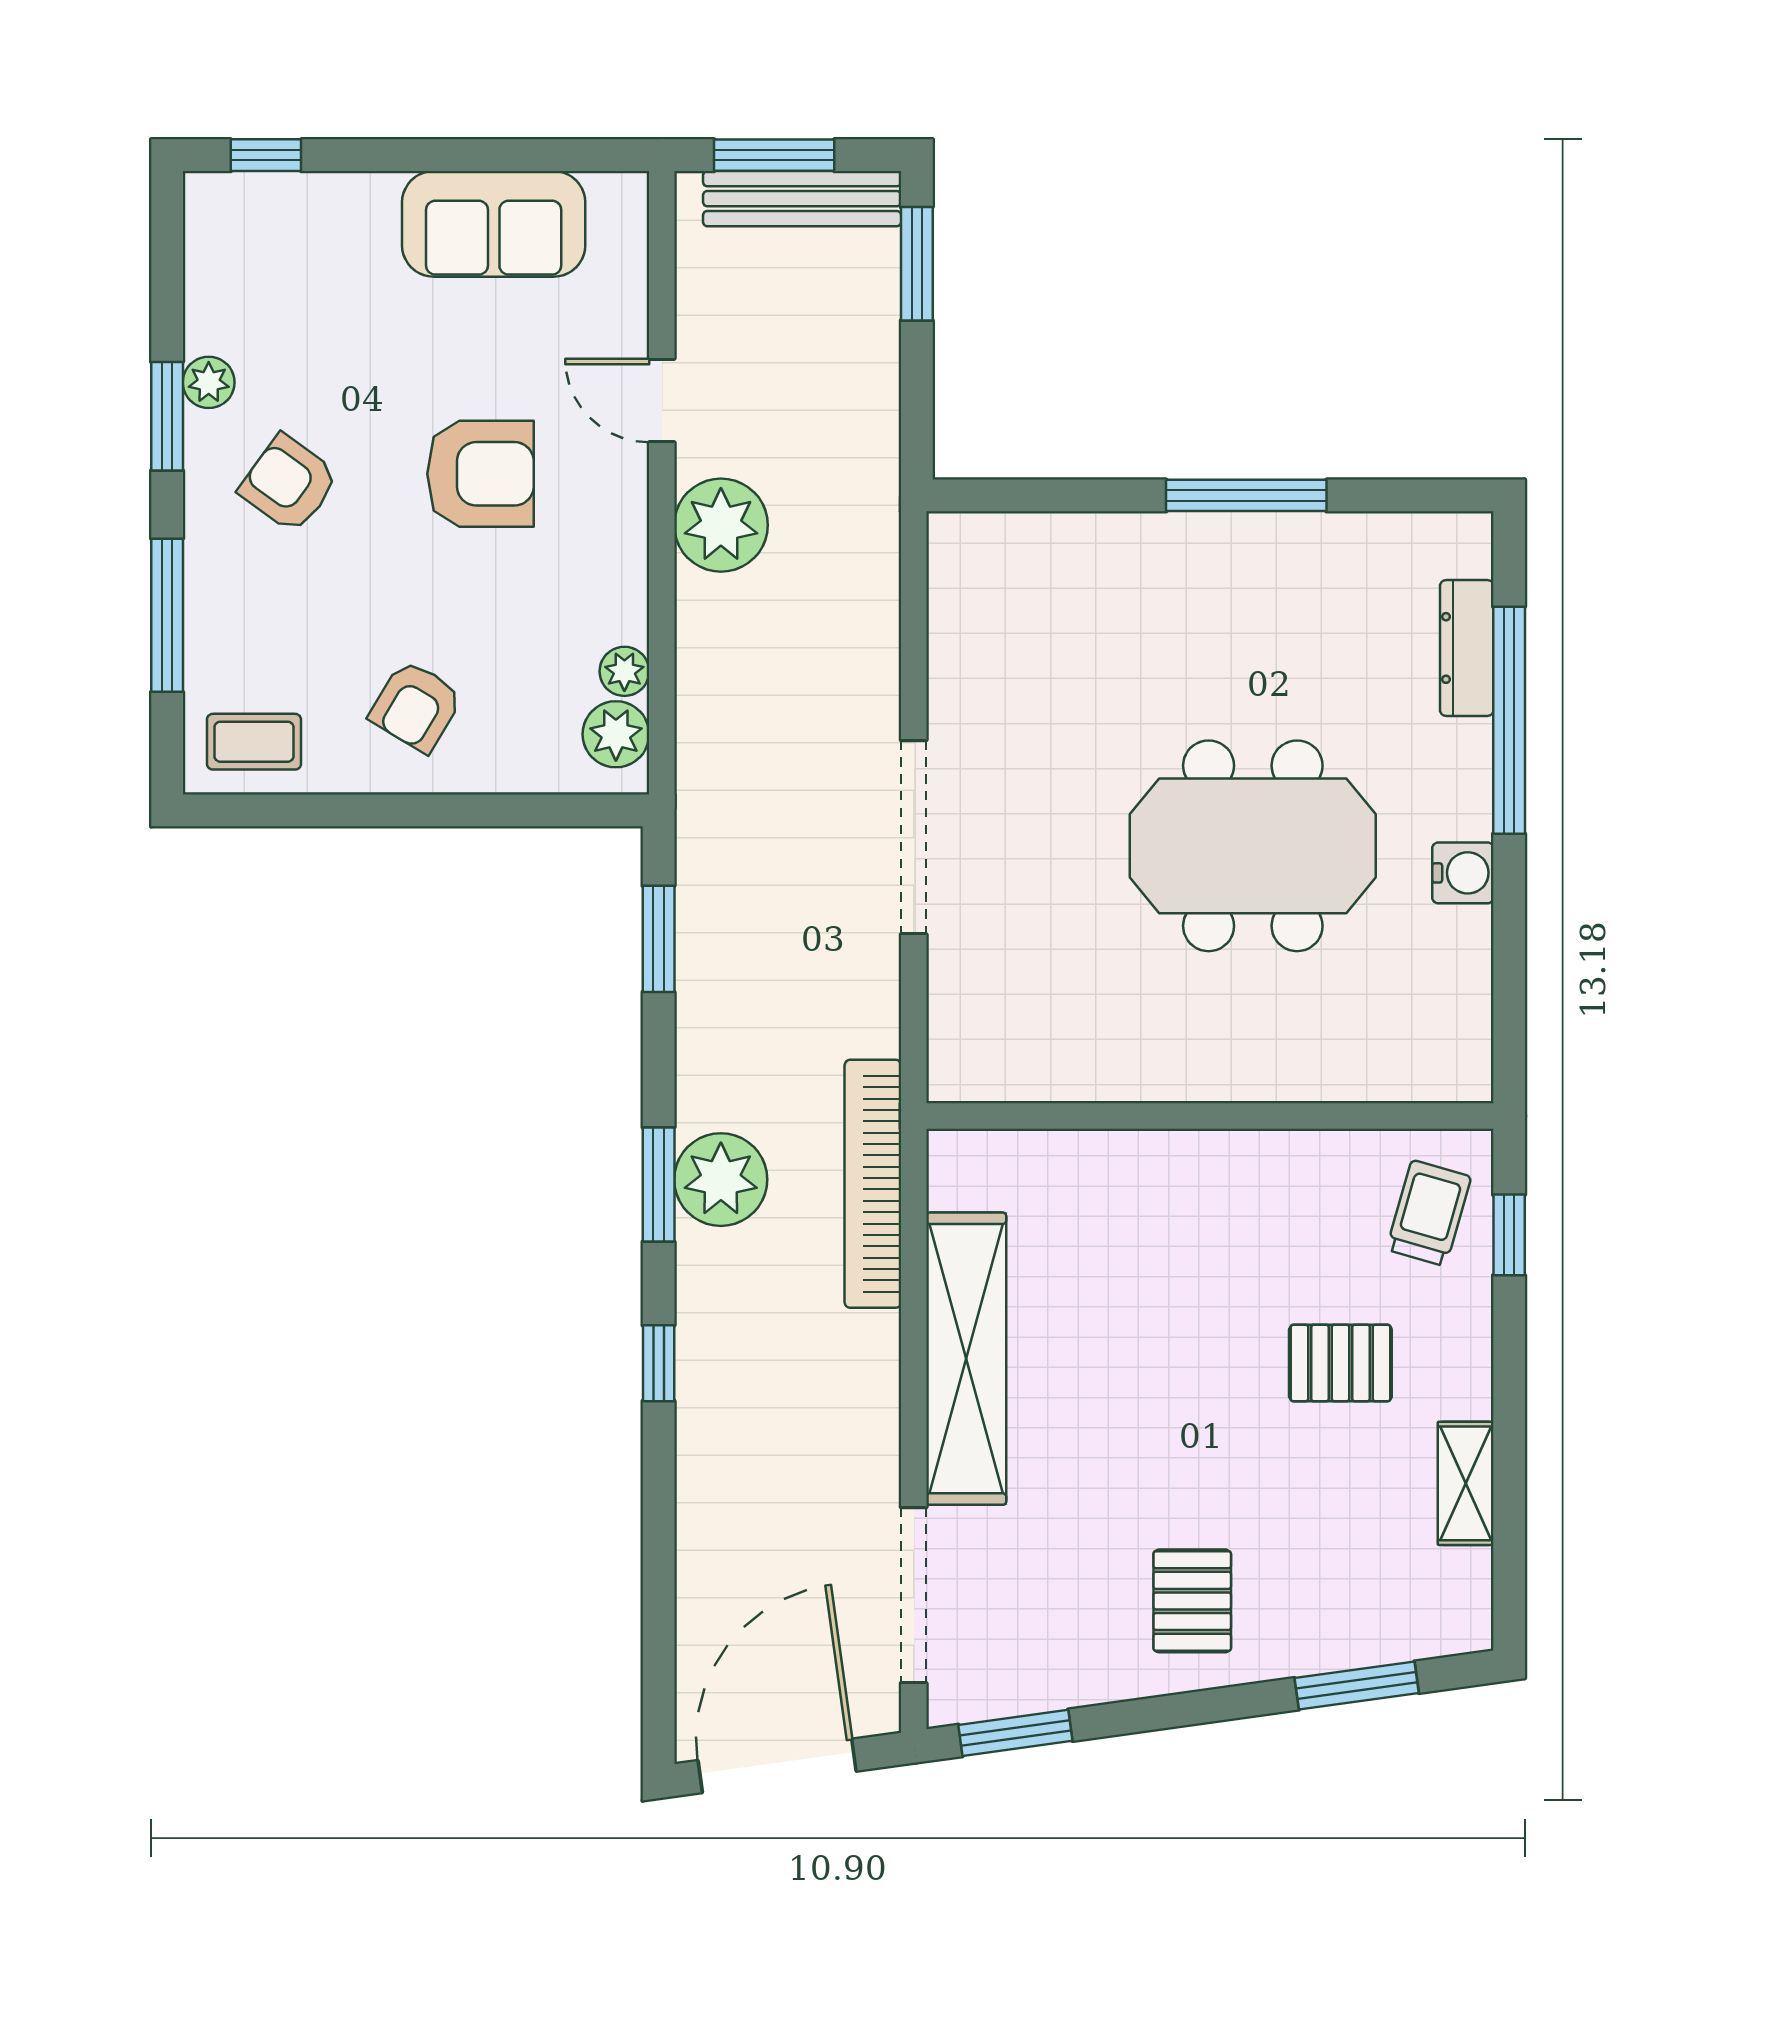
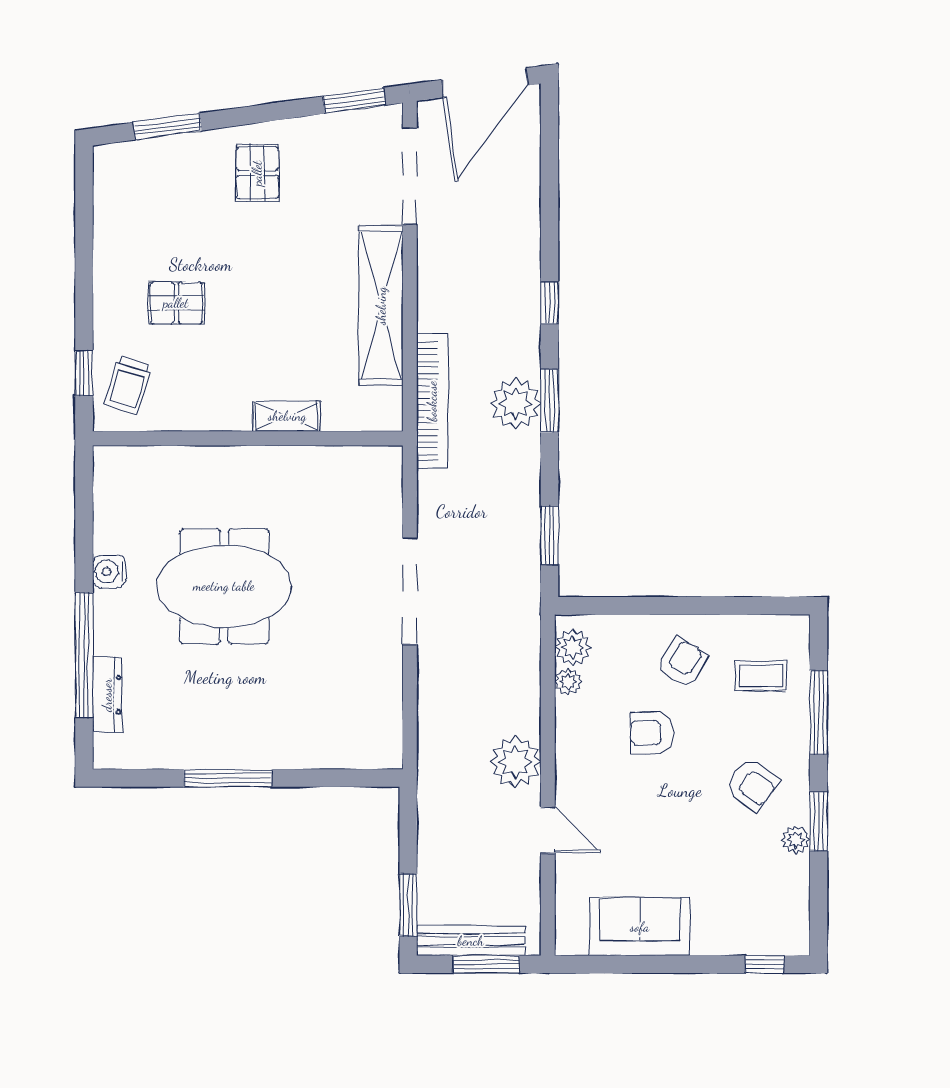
armchair: (480, 474) -> (651, 733), moved, width x0.72, depth x0.72
coffee table: (254, 742) -> (761, 676), moved
shelving: (1466, 1483) -> (287, 416), moved, turned 90

